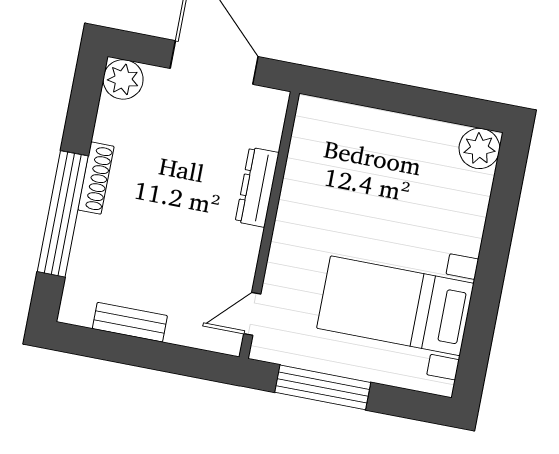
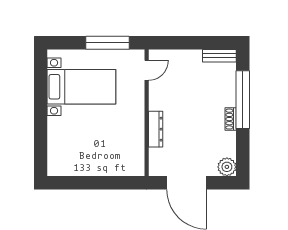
plant: (479, 148) -> (57, 167), removed
shoe rack: (96, 178) -> (231, 119), width x0.70
bench: (130, 322) -> (219, 56), moved

